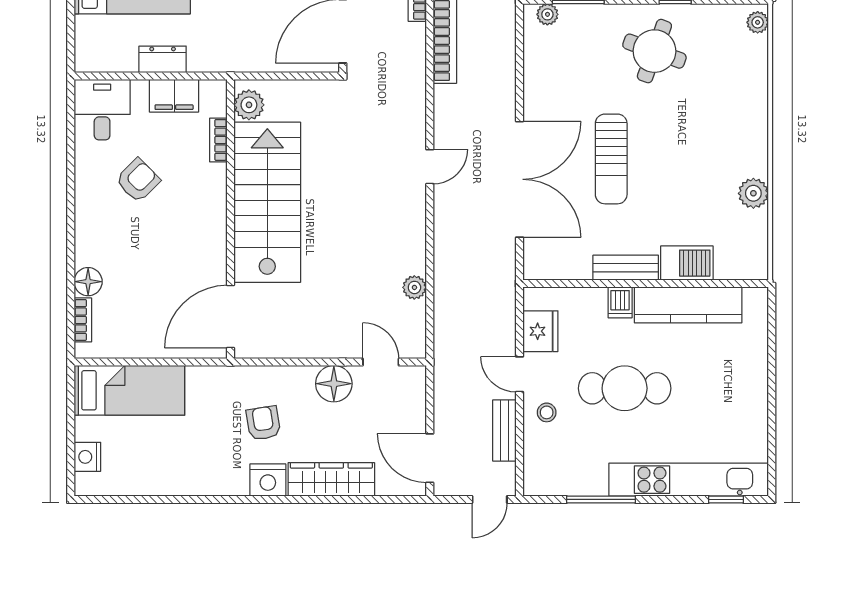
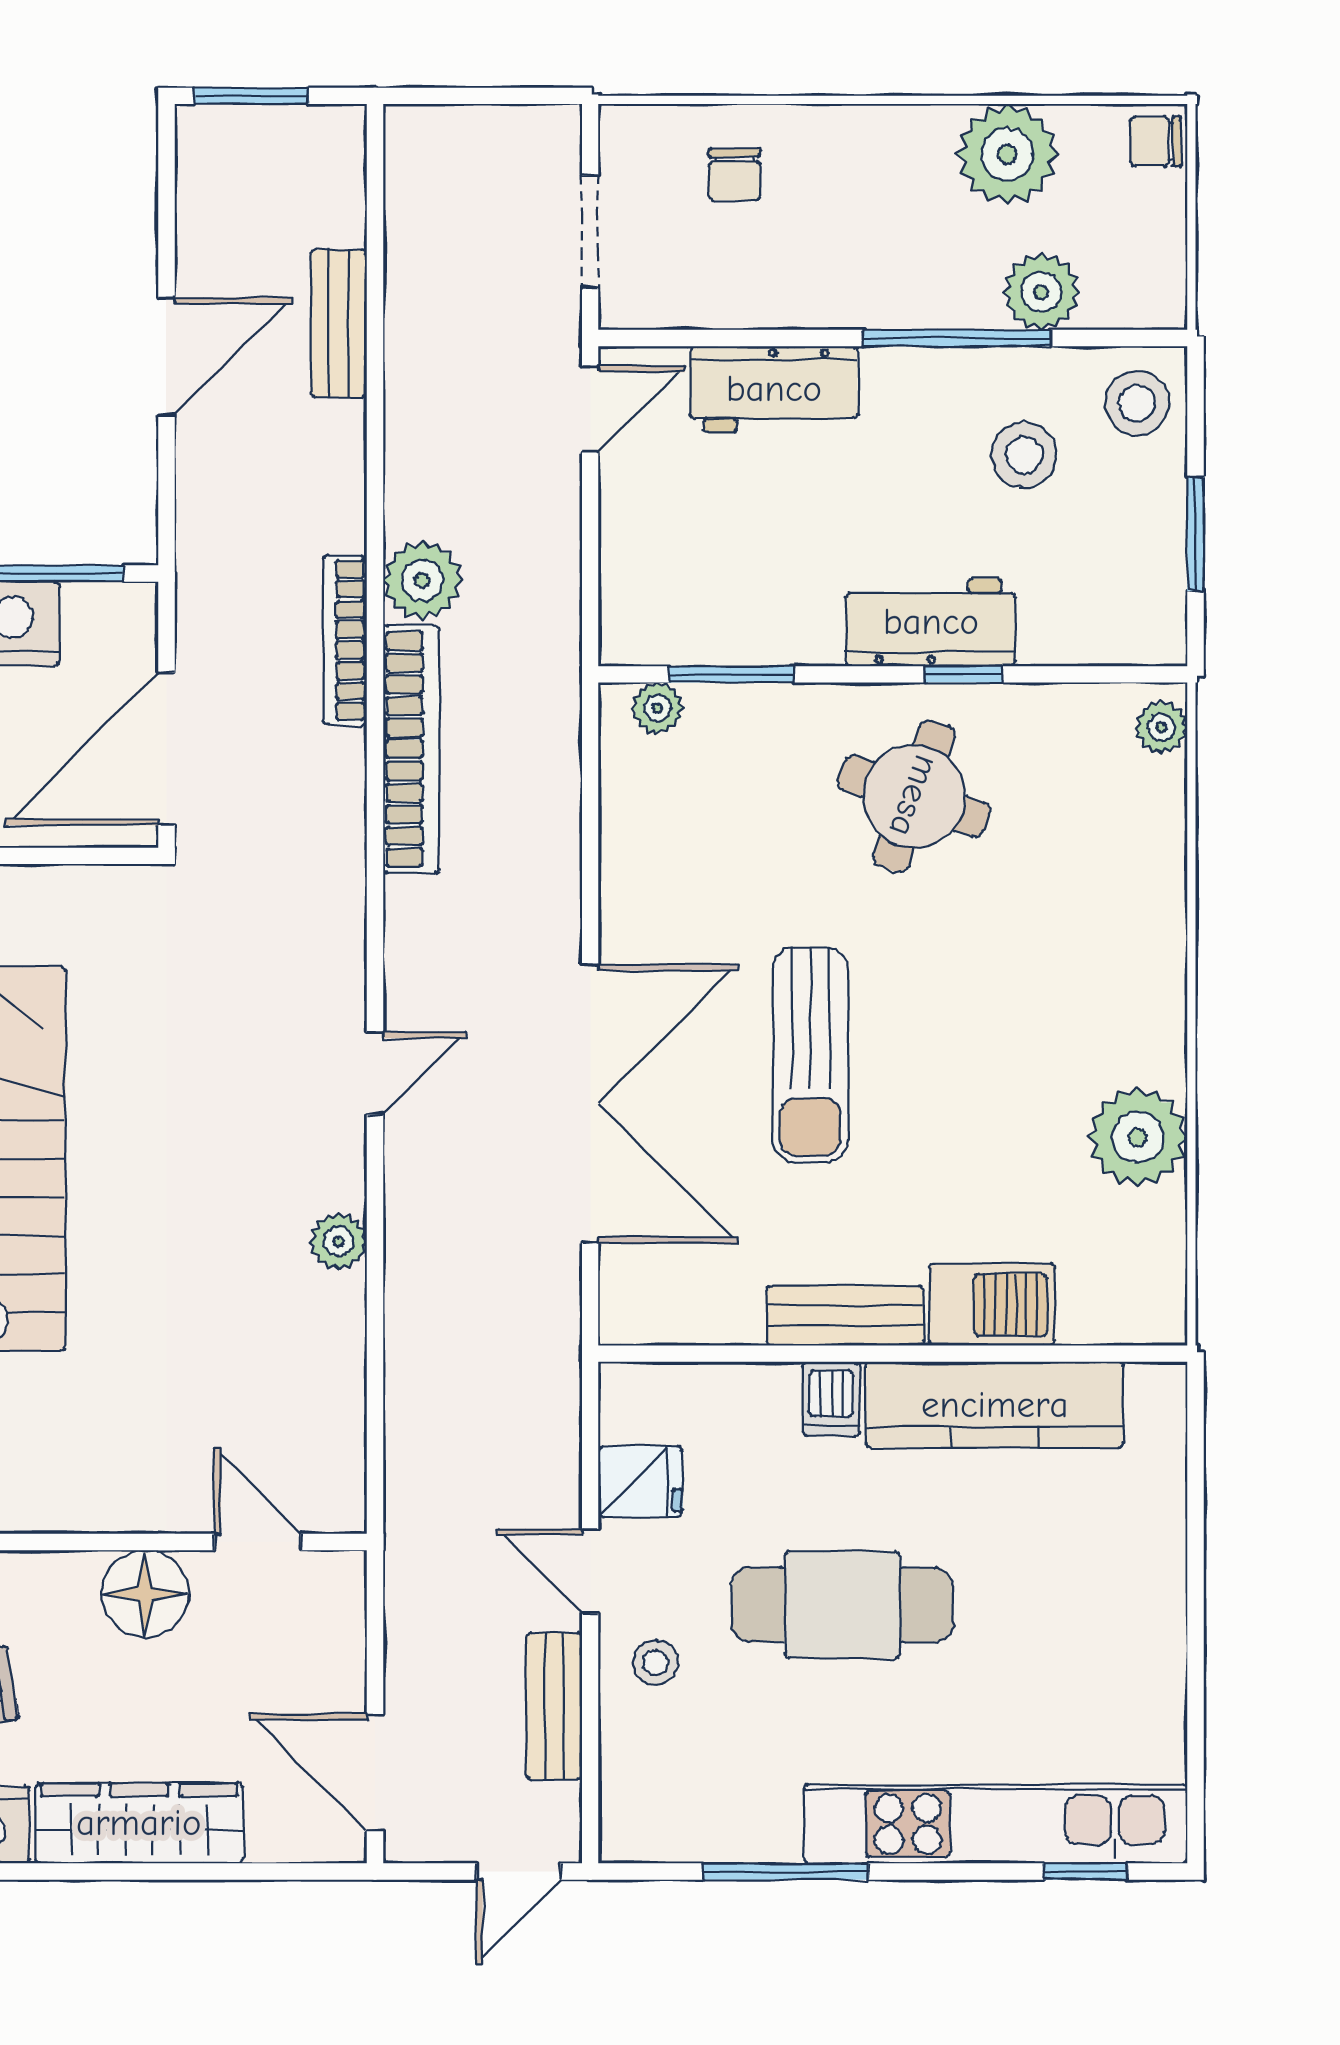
plant: (753, 193) -> (1138, 1137), width x1.36, depth x1.36
plant: (414, 287) -> (338, 1241), moved
fridge: (540, 331) -> (640, 1482), width x0.72

